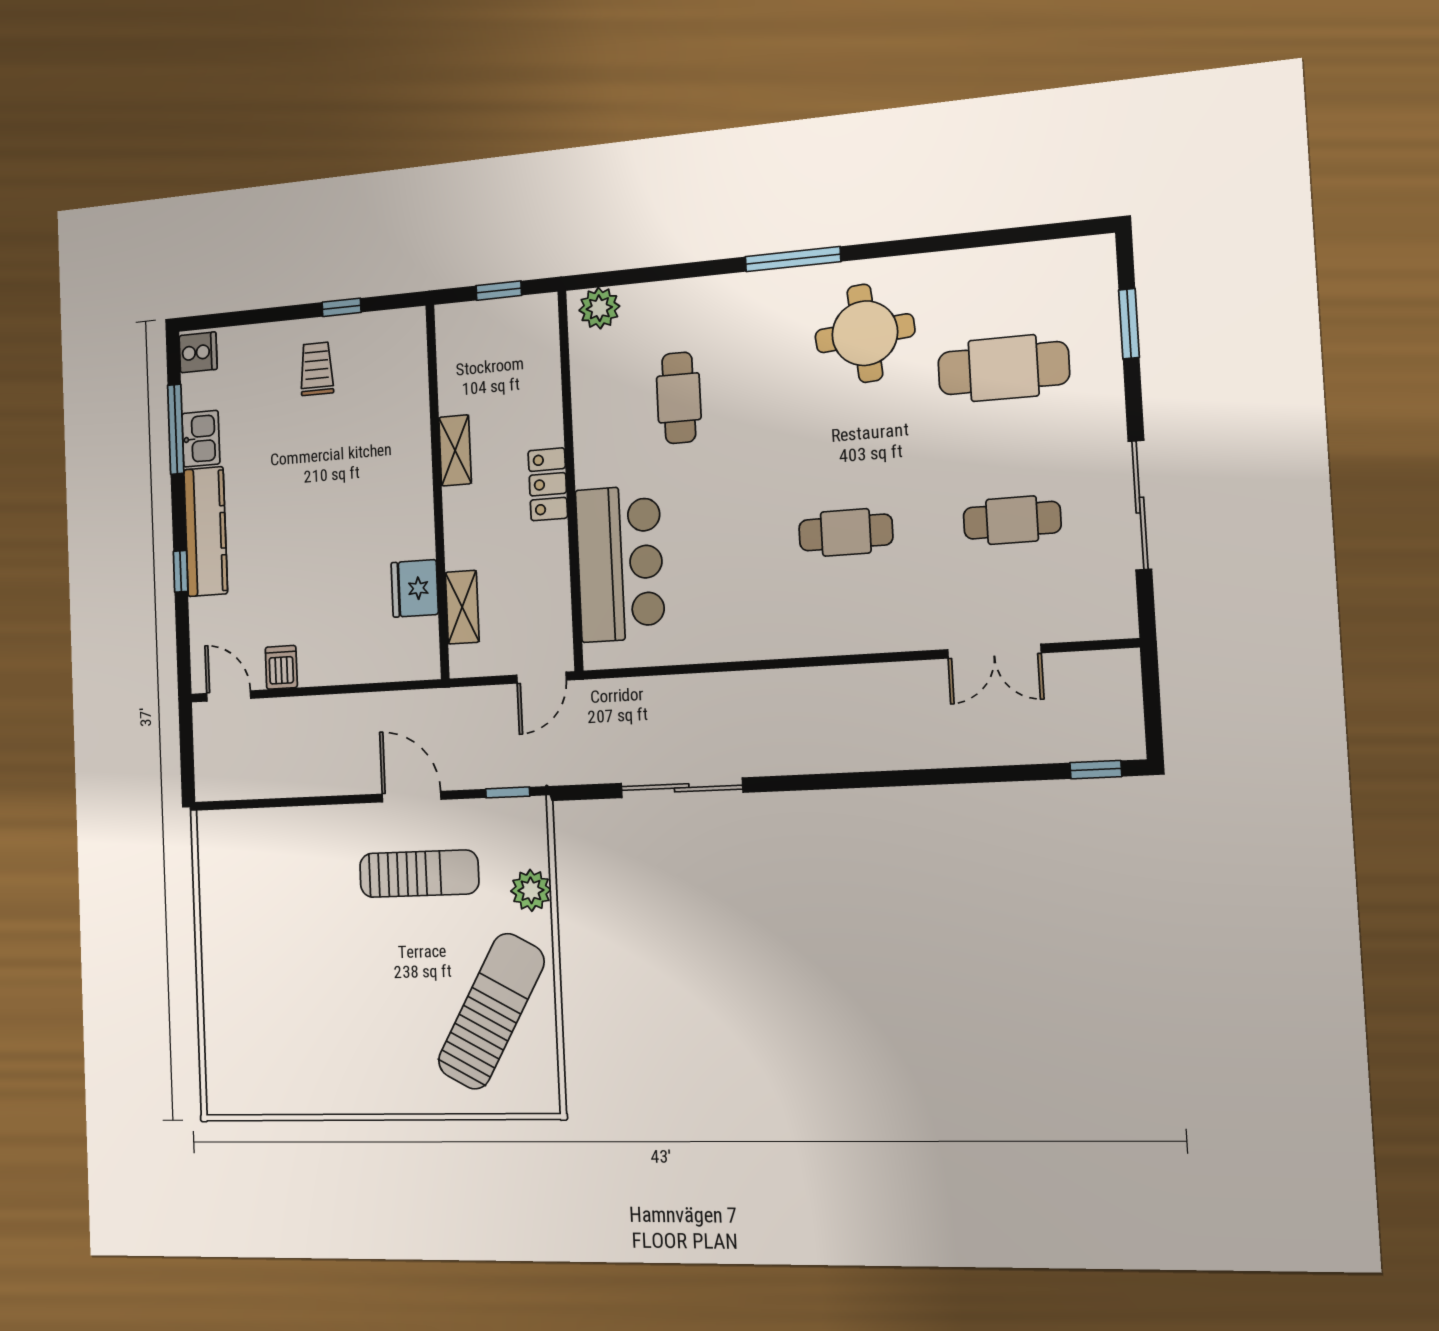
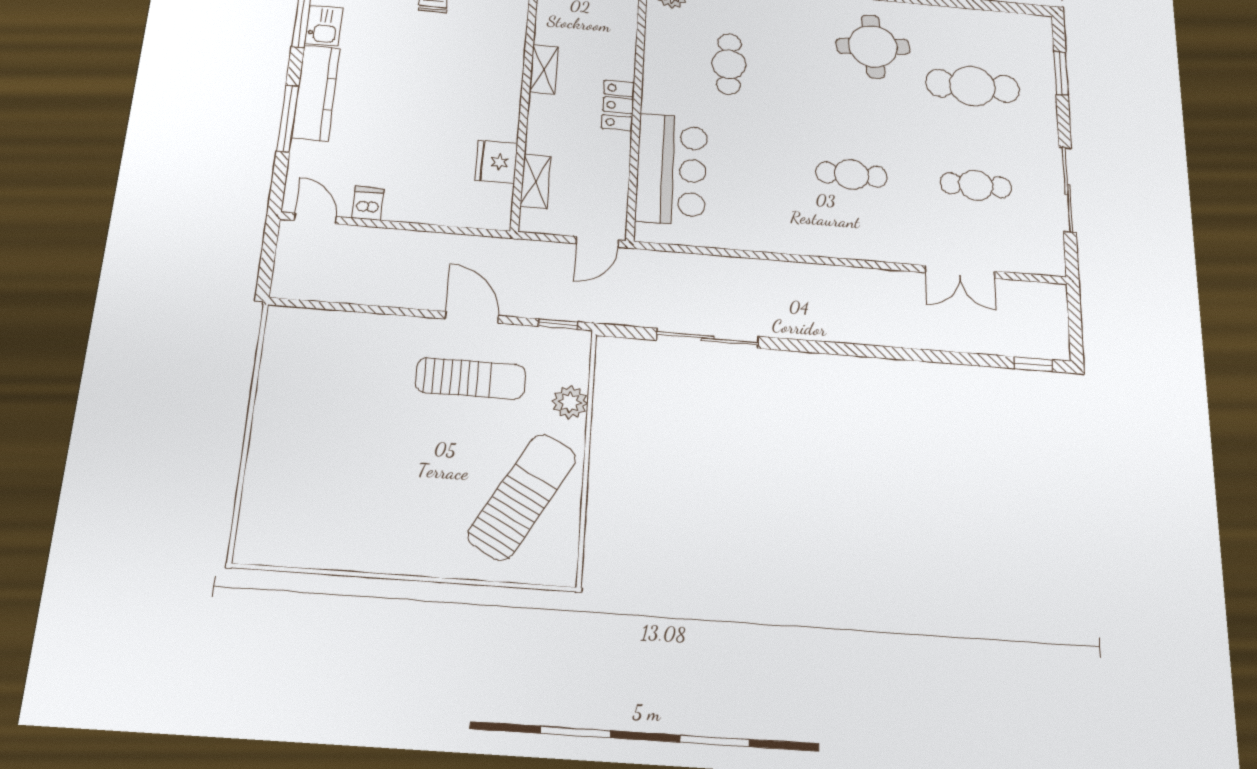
window: (181, 571) -> (288, 119), width x2.17

